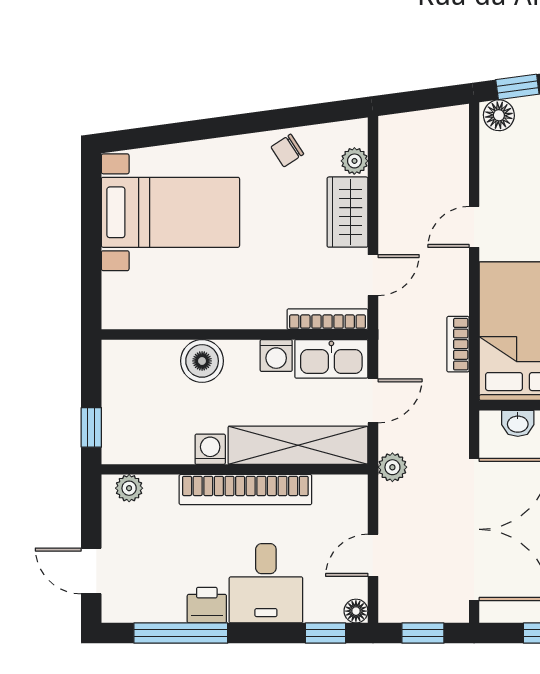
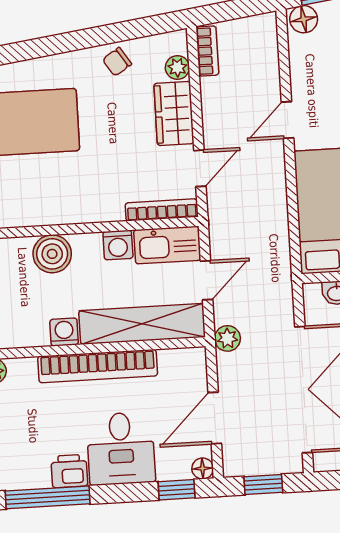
bookcase: (458, 344) -> (207, 51), moved, turned 180
door: (373, 555) -> (215, 418), width x1.38

